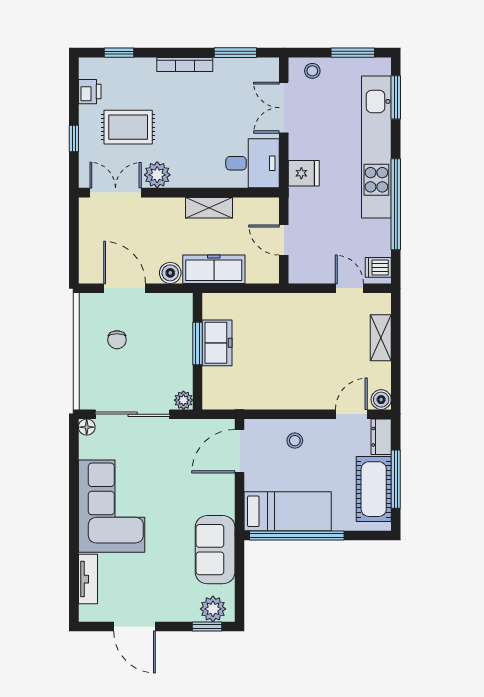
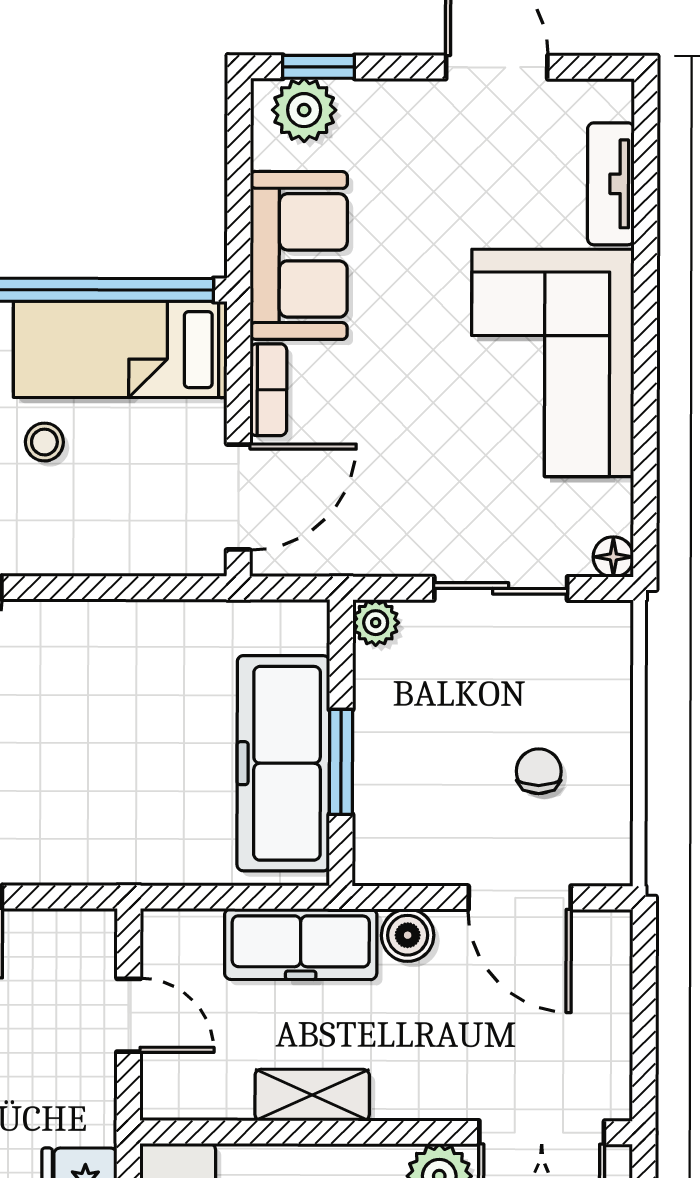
freezer: (217, 343) -> (283, 763), width x1.91, depth x1.26
sliding door: (133, 414) -> (501, 588), width x0.73
stool: (295, 441) -> (44, 442), moved
bookcase: (227, 495) -> (268, 390), added

